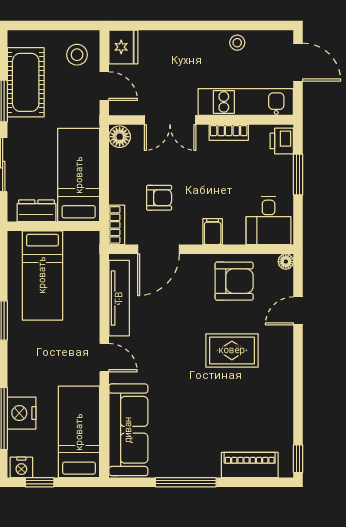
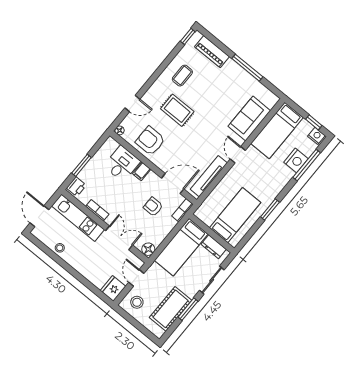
desk: (269, 221) -> (122, 164), moved
coffee table: (263, 402) -> (182, 76), added
sofa: (128, 430) -> (249, 118), width x0.73

